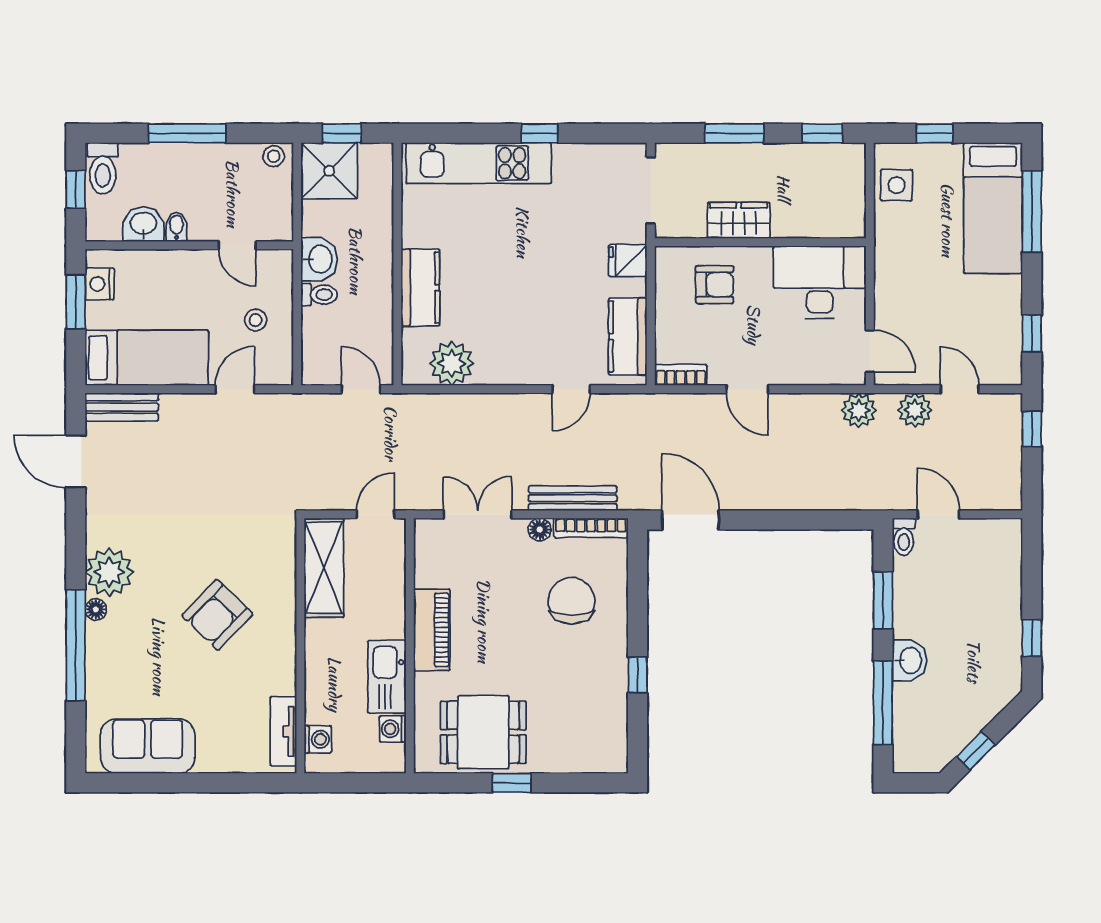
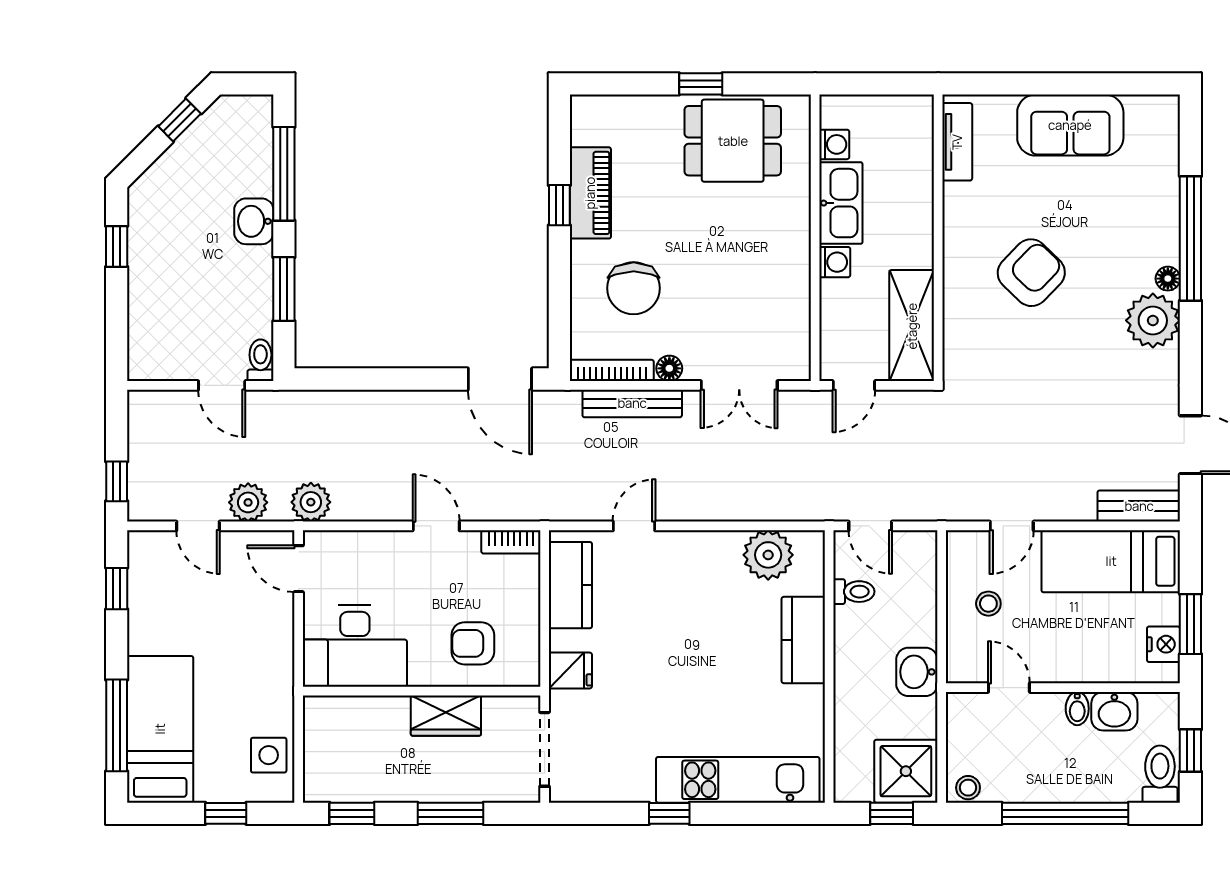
window: (187, 133) -> (1065, 813), width x1.46
toilet: (319, 295) -> (854, 592), moved, turned 180
piano: (432, 630) -> (590, 193), moved, turned 180
washing machine: (318, 739) -> (835, 262), moved, turned 180
sofa: (148, 746) -> (1070, 125), moved

